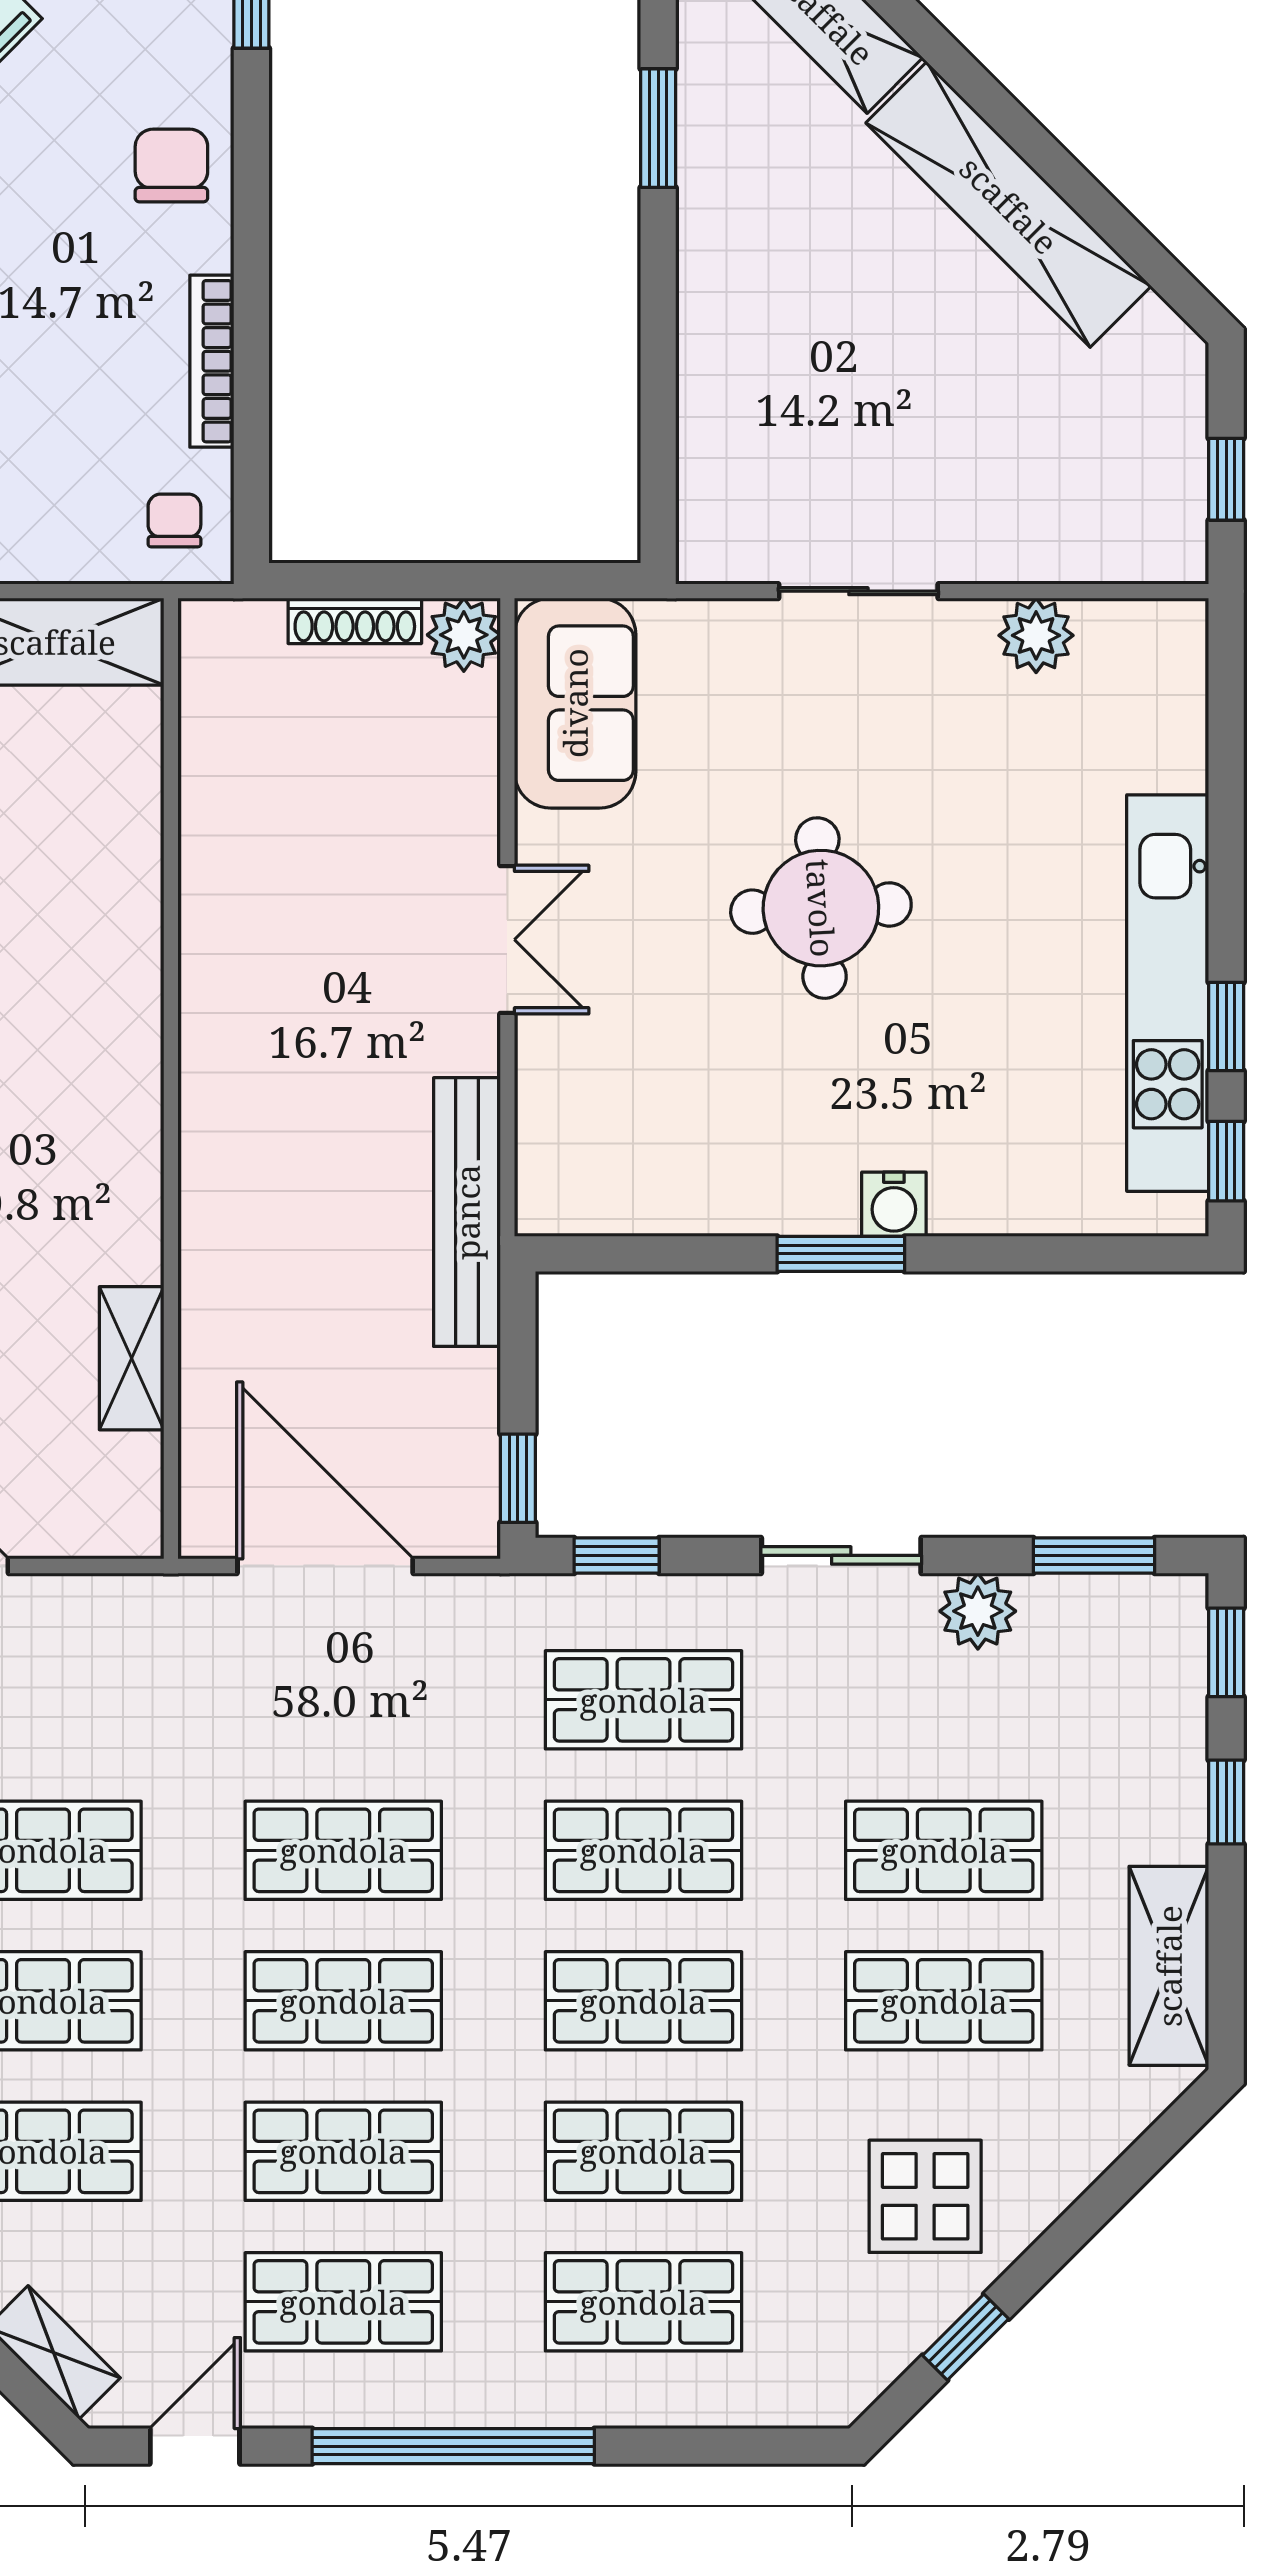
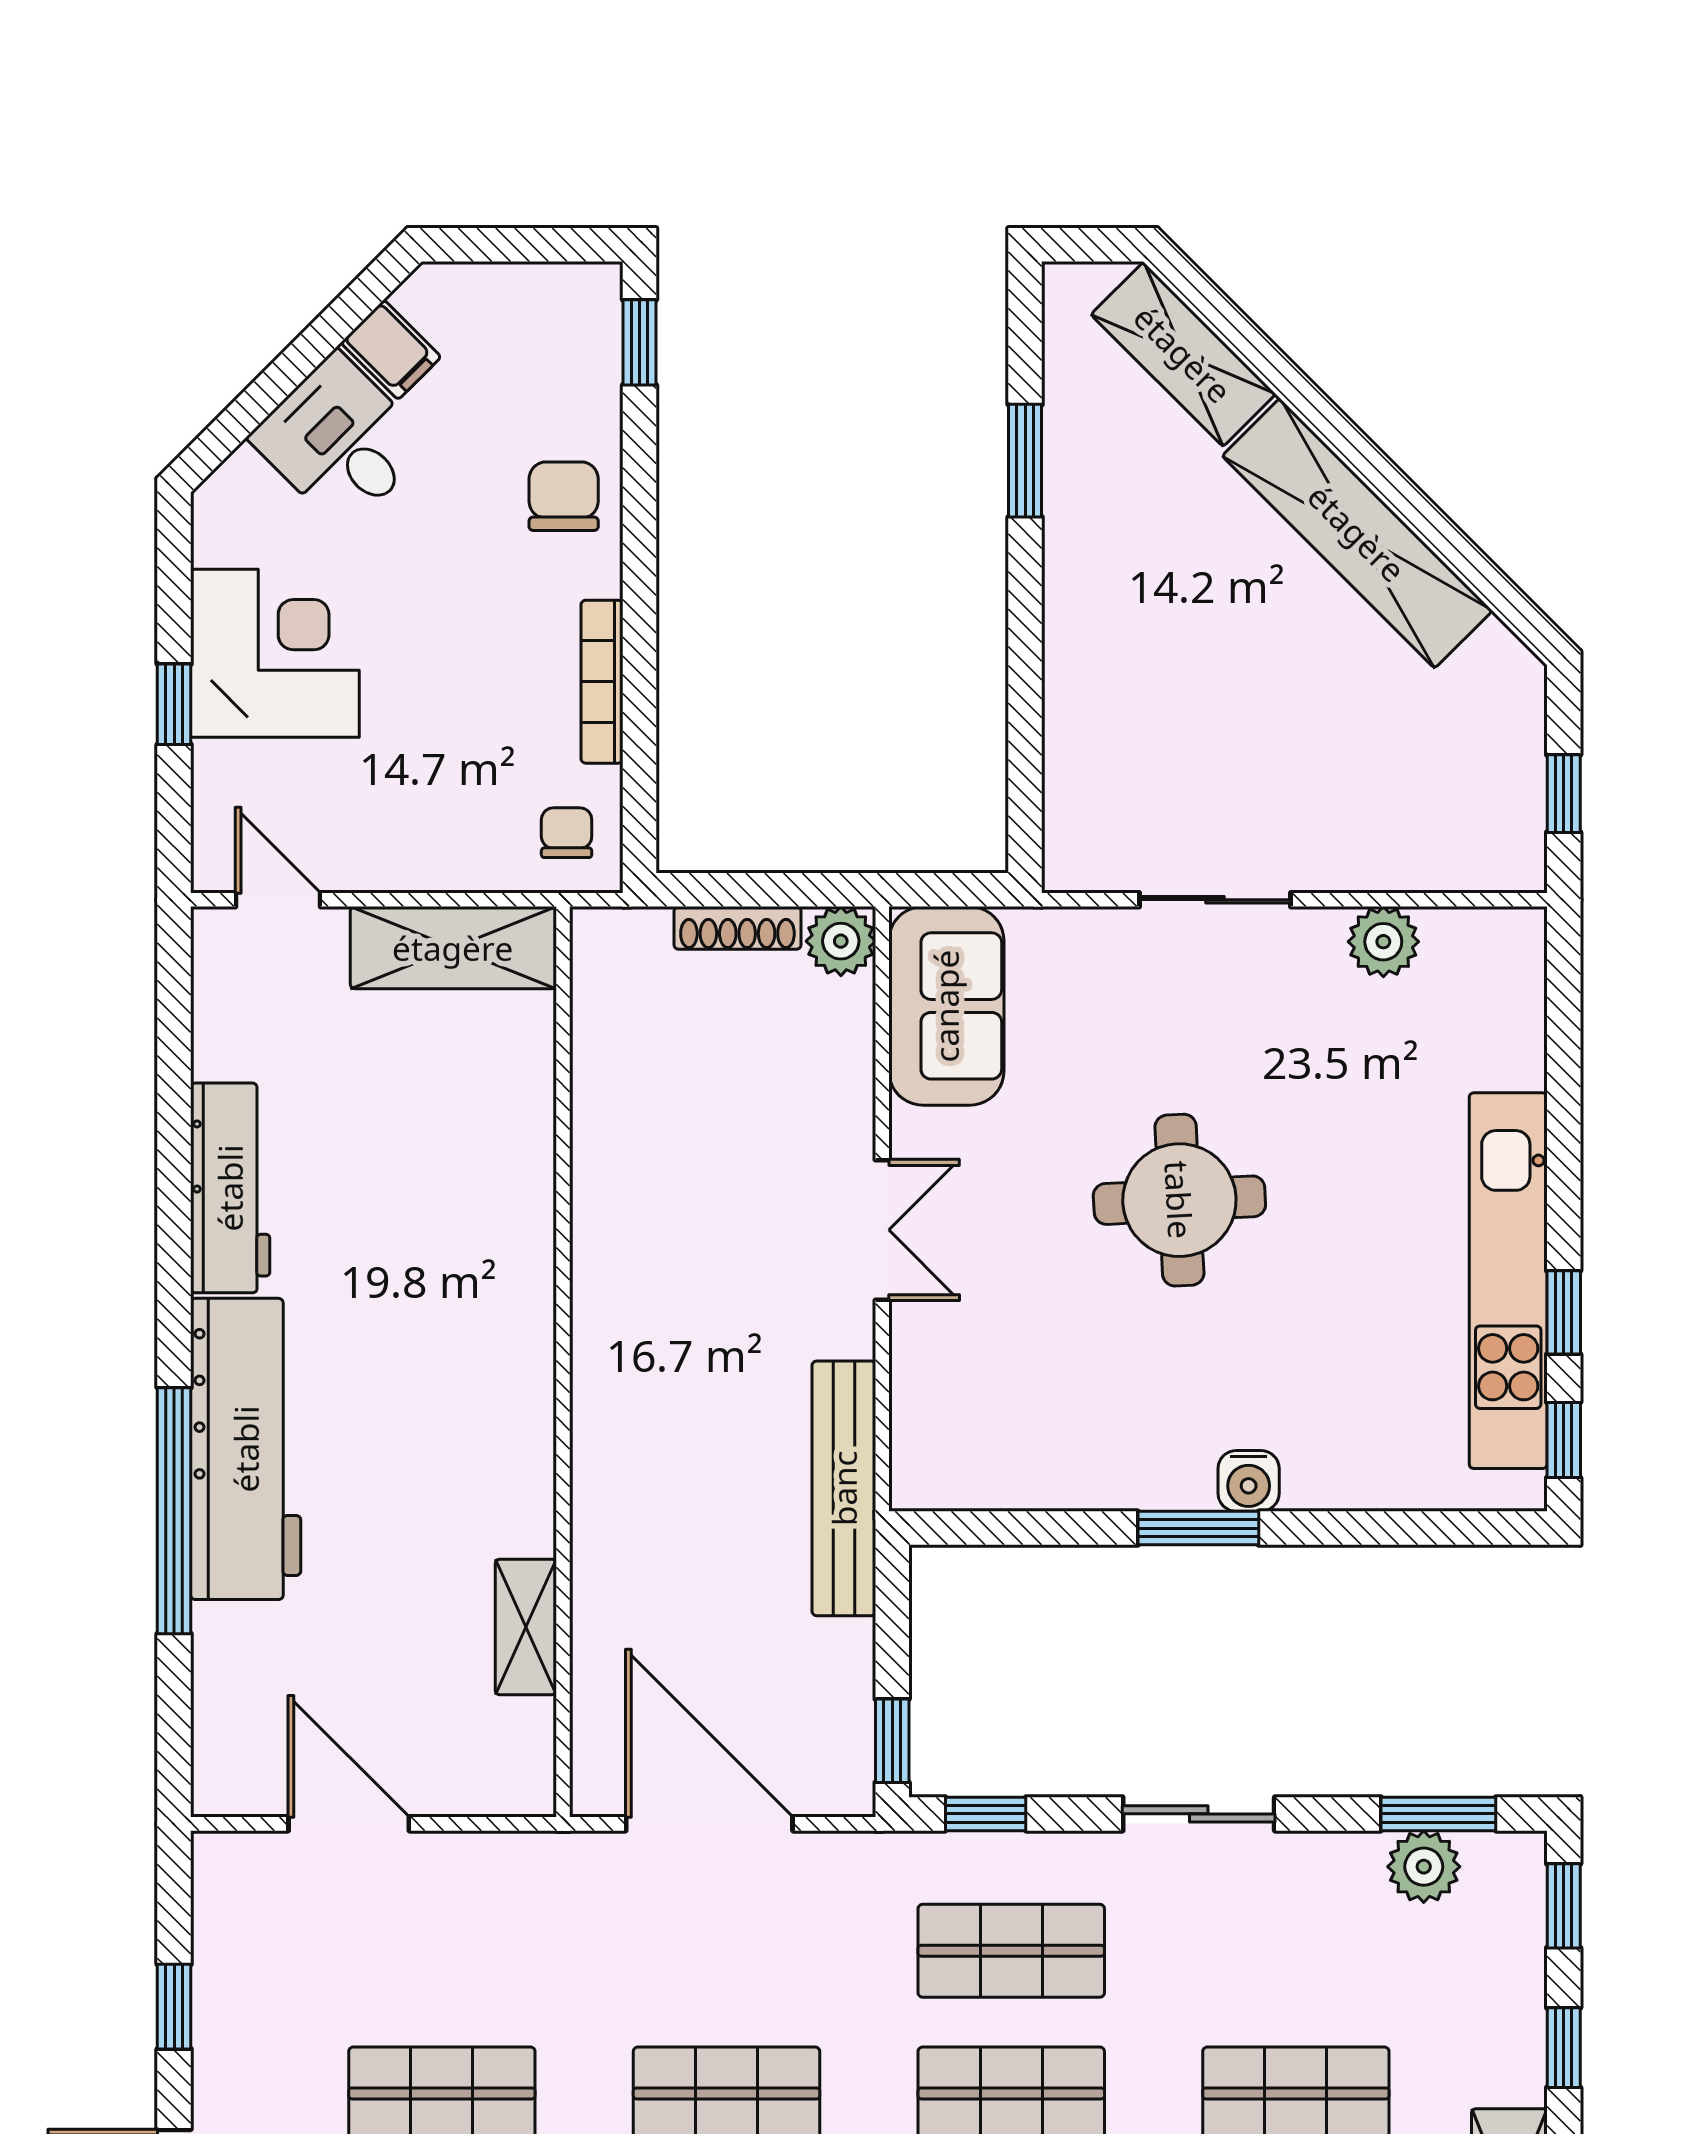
plant: (978, 1611) -> (1424, 1867), moved

